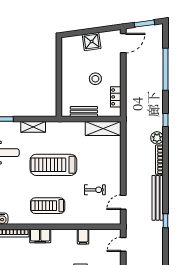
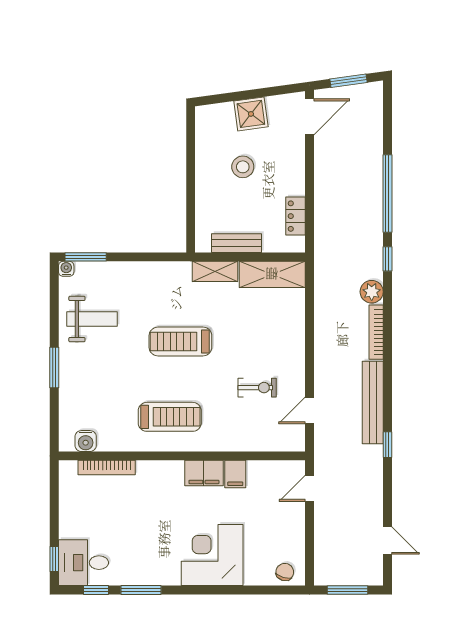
window: (166, 69) -> (387, 194), moved
stool: (95, 79) -> (243, 167), moved
shelving: (33, 127) -> (215, 271), moved
treadmill: (53, 165) -> (180, 341), width x0.73, depth x0.73
treadmill: (48, 206) -> (170, 417), turned 180
filing cabinet: (40, 236) -> (204, 473), moved

